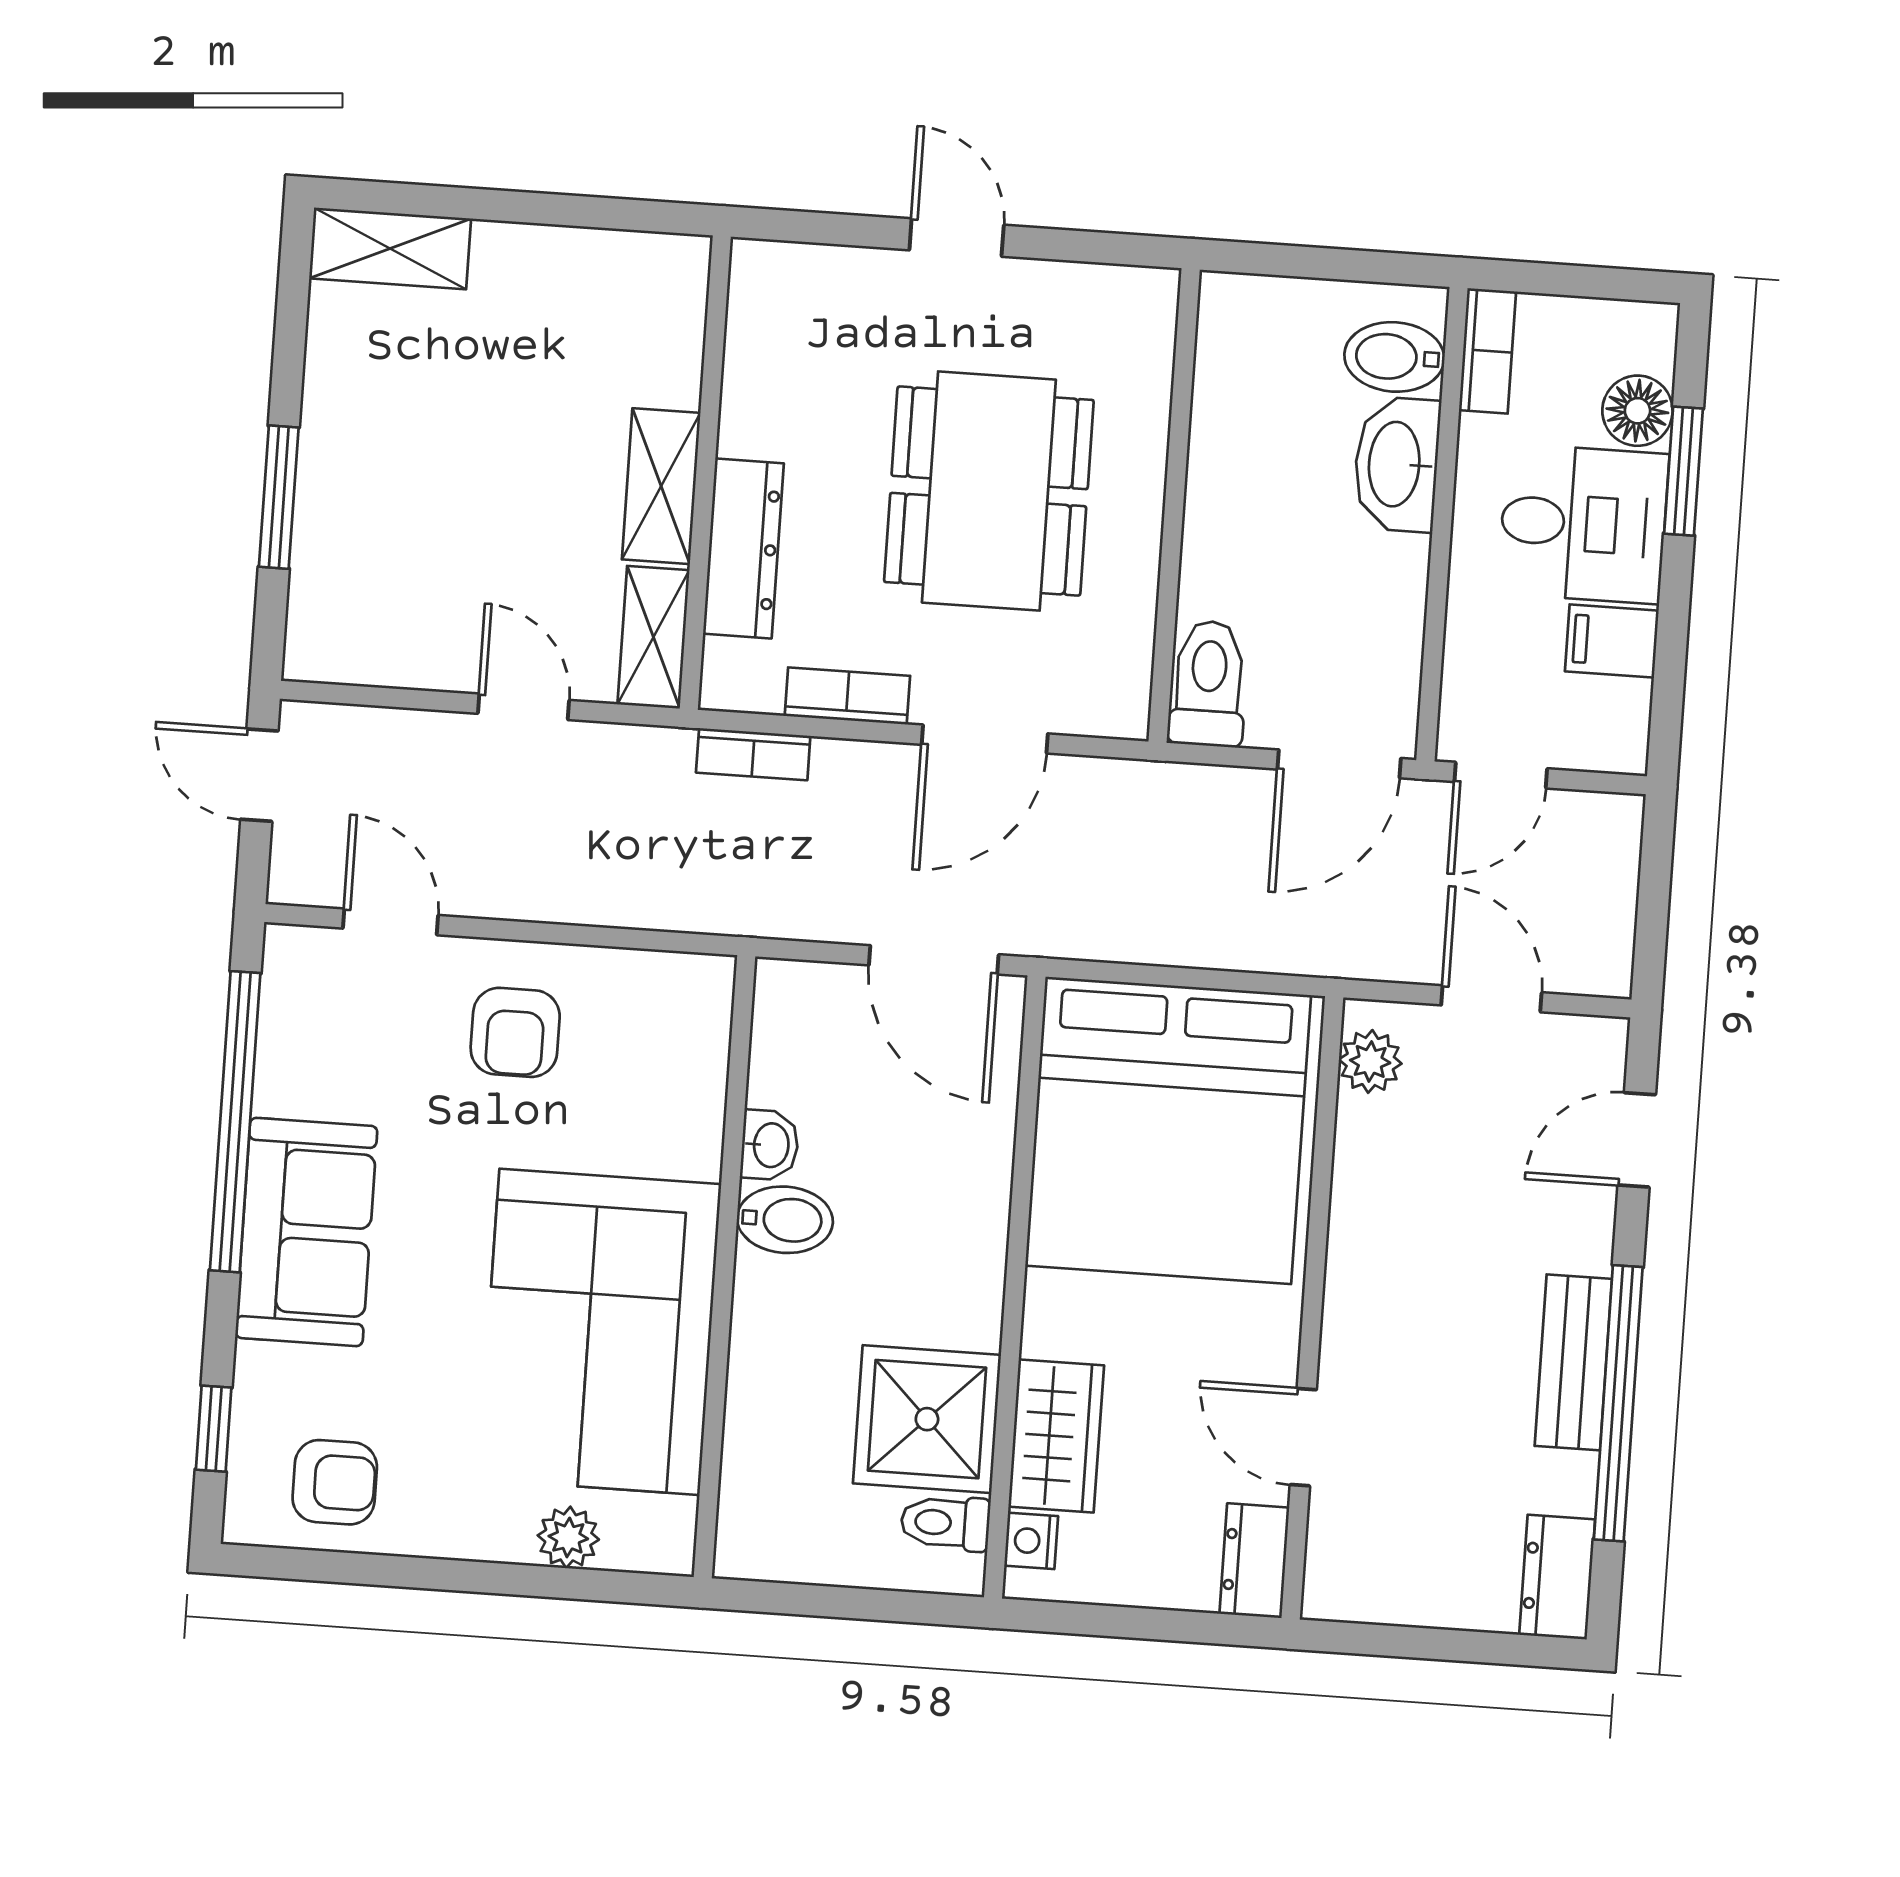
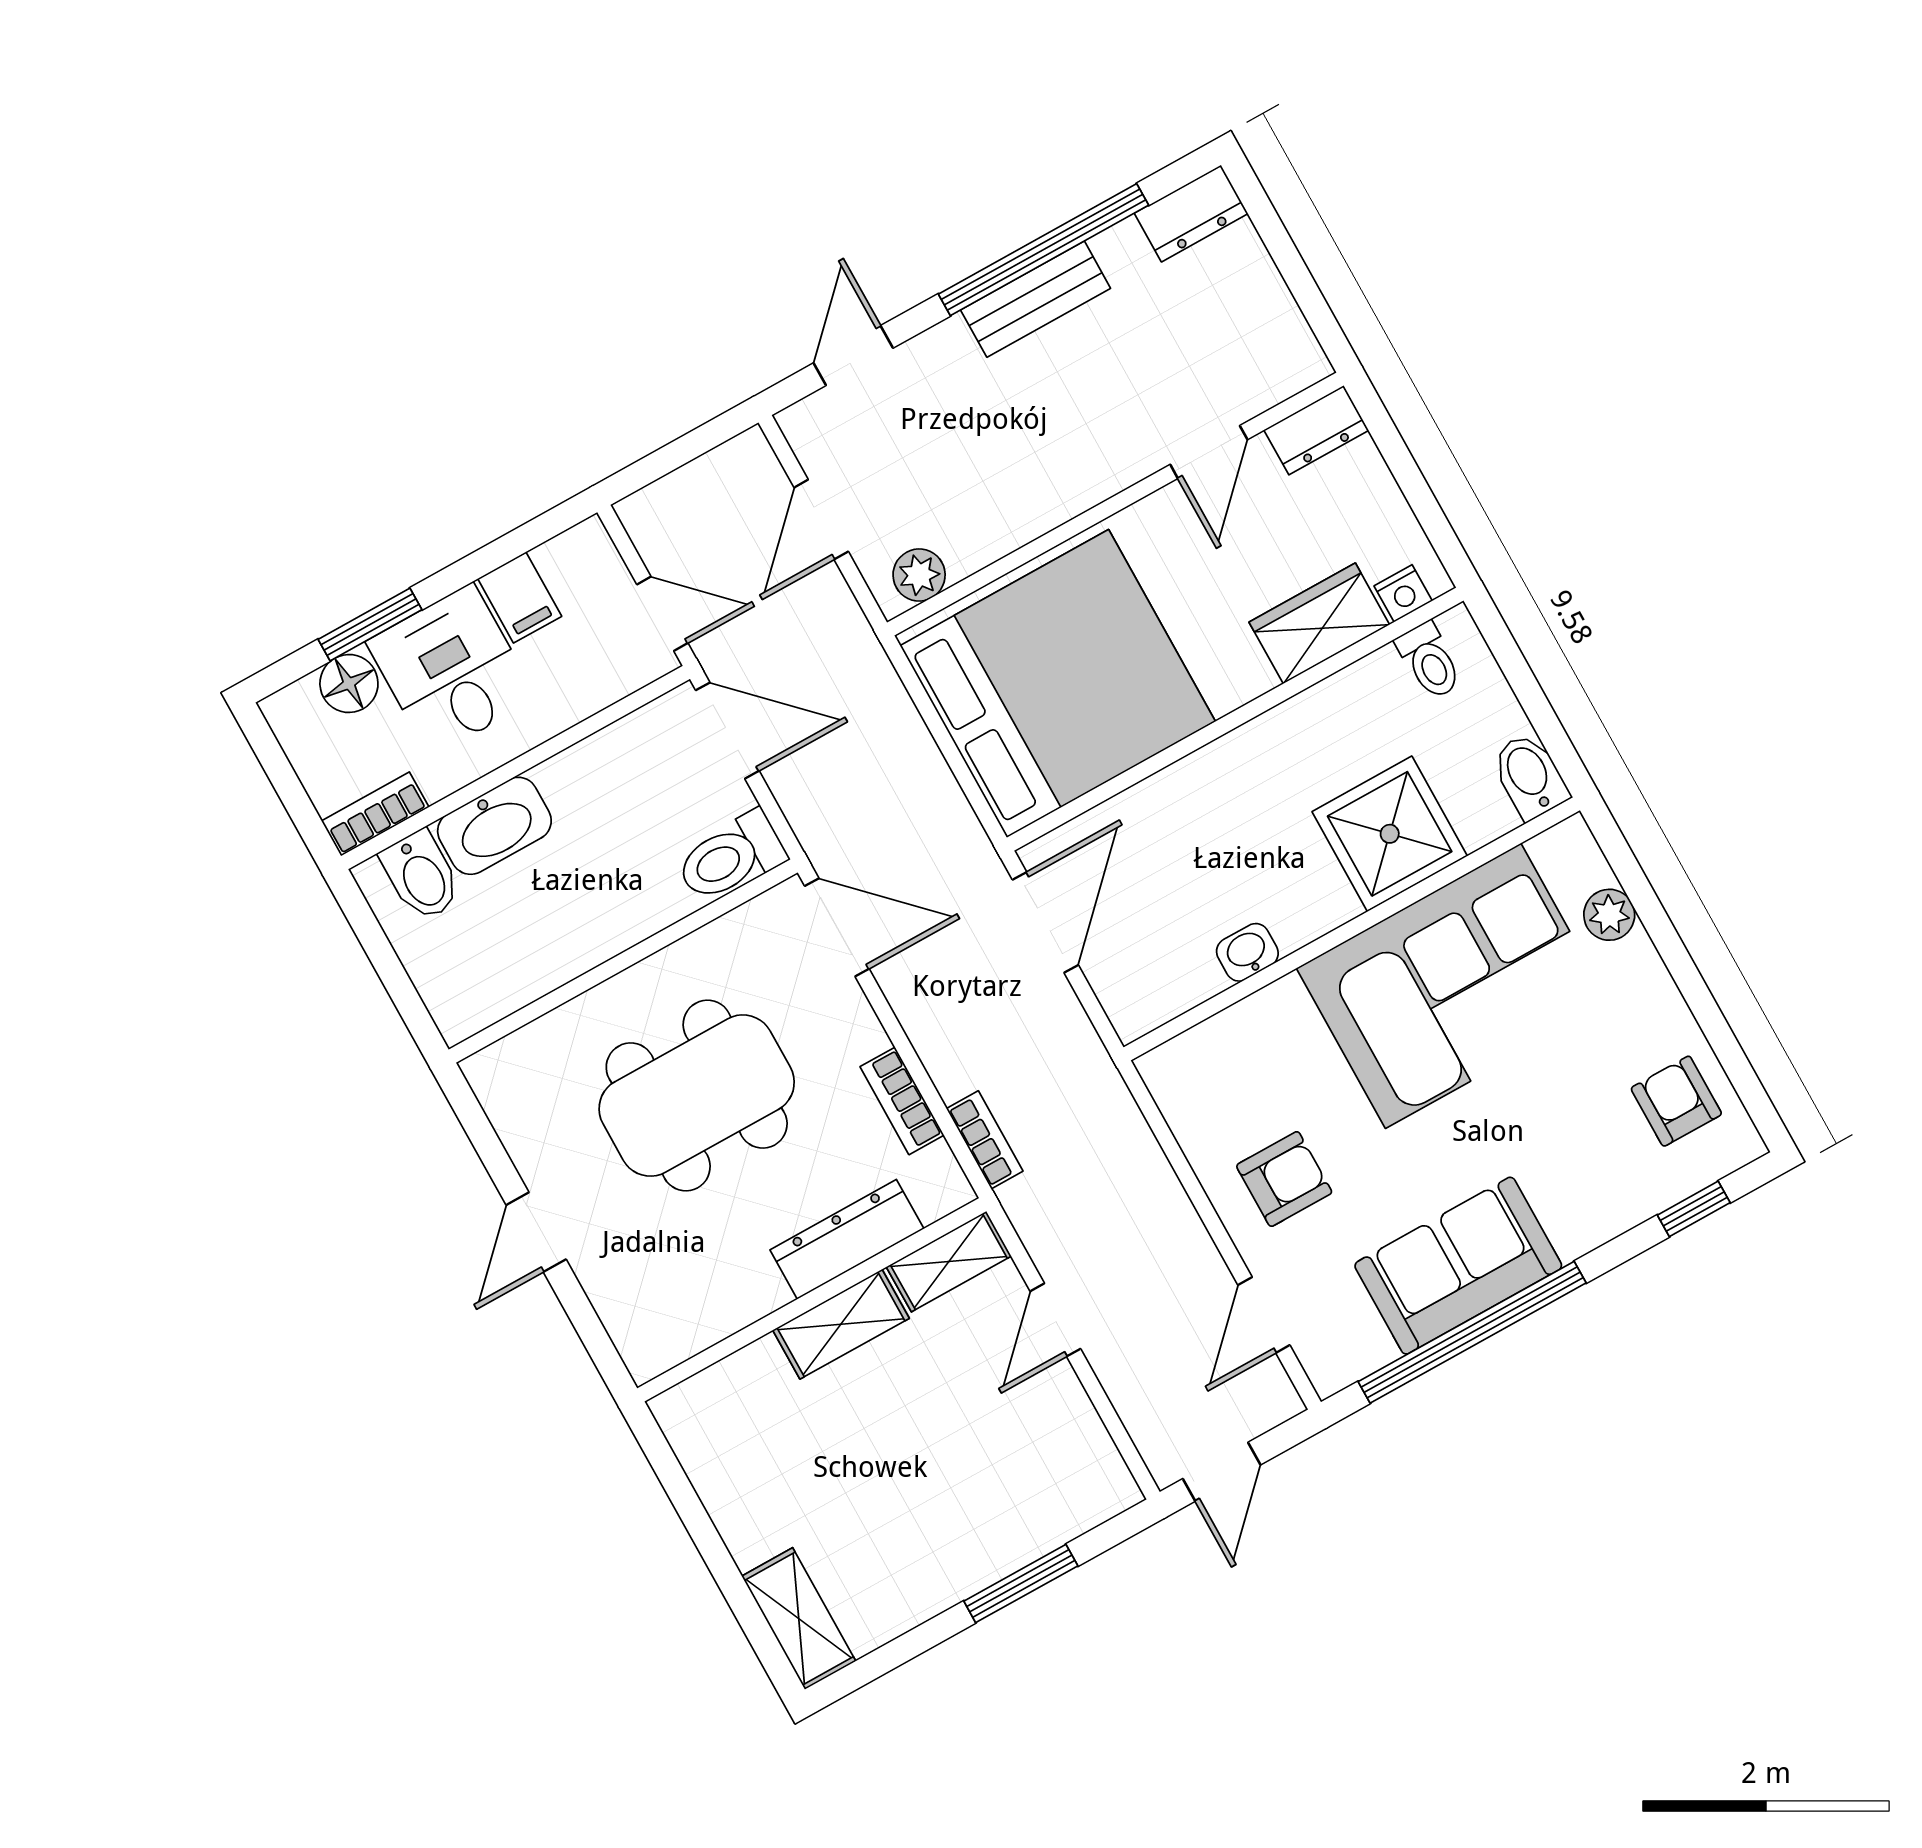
door: (985, 739) -> (837, 927), moved
door: (1637, 1140) -> (853, 356), swing flipped
bidet: (785, 1220) -> (1530, 776), moved
sofa: (306, 1232) -> (1458, 1266), moved
shower: (927, 1419) -> (1390, 834), moved

